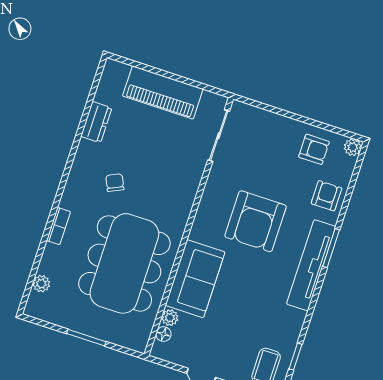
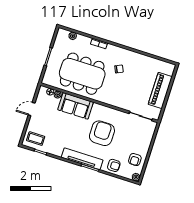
dresser: (96, 122) -> (146, 60), removed
armchair: (256, 221) -> (102, 133), turned 90

